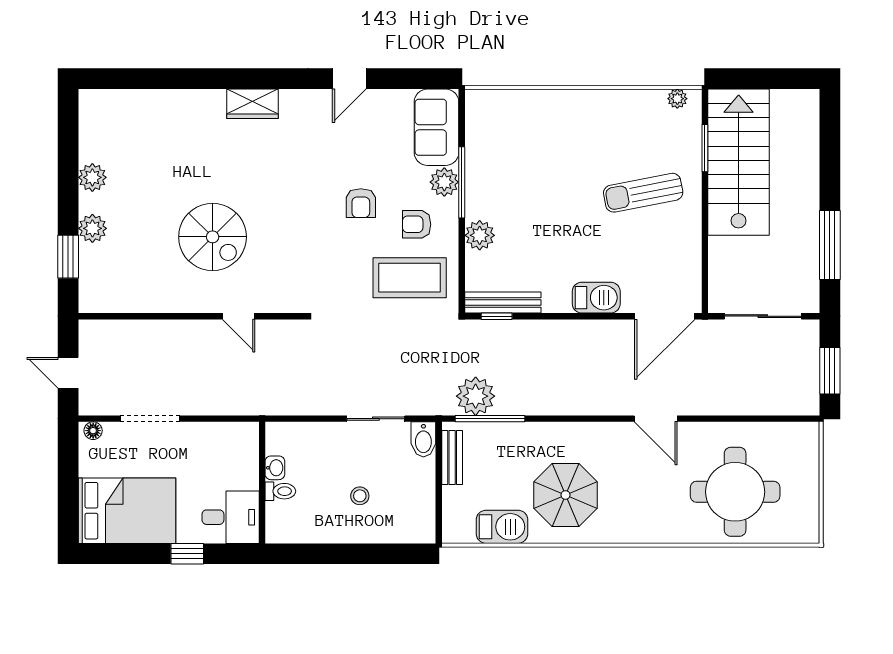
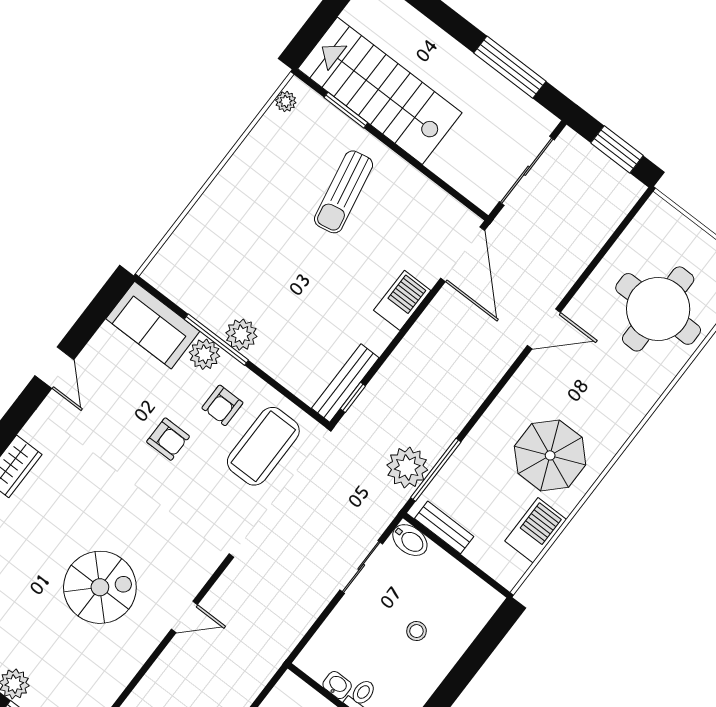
plant: (480, 235) -> (241, 335), moved

